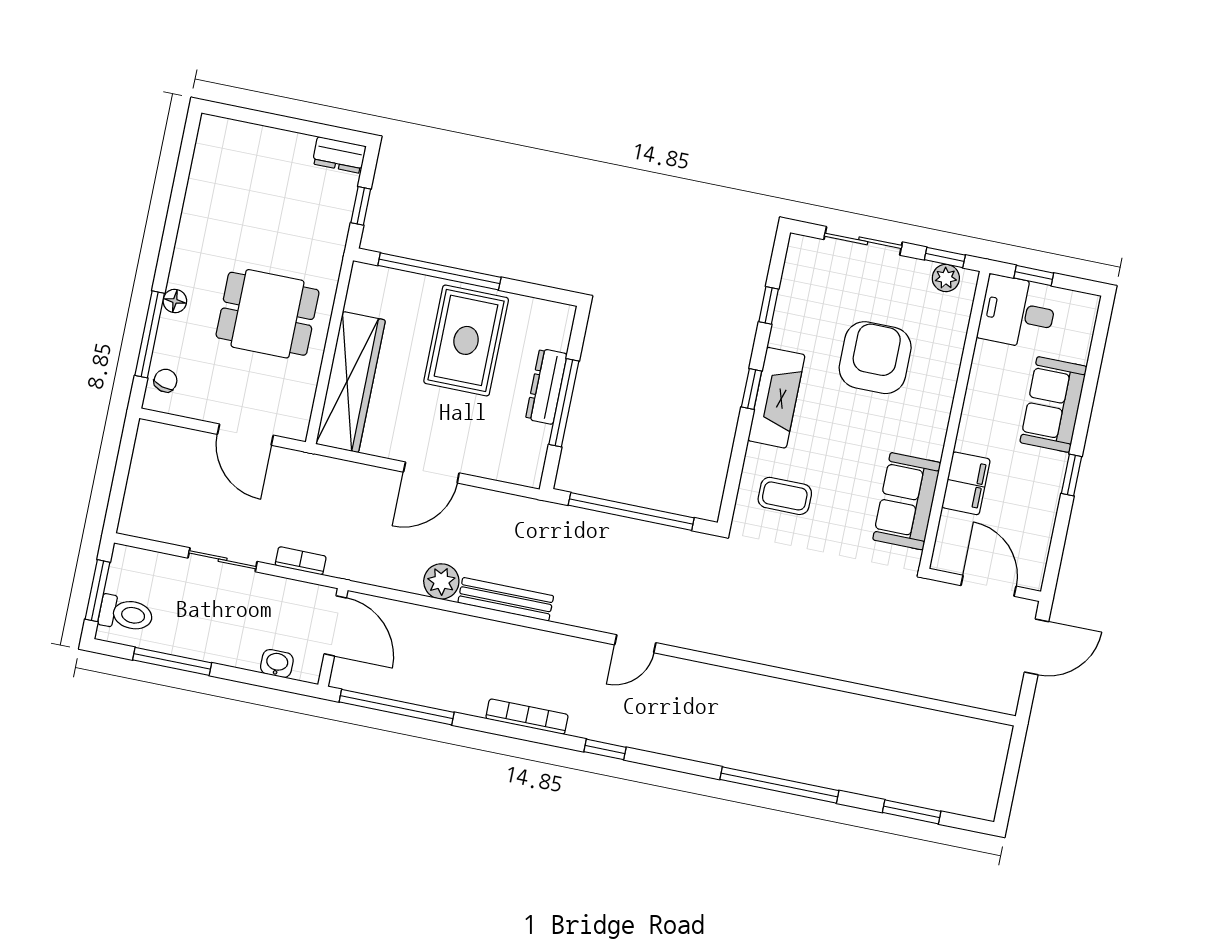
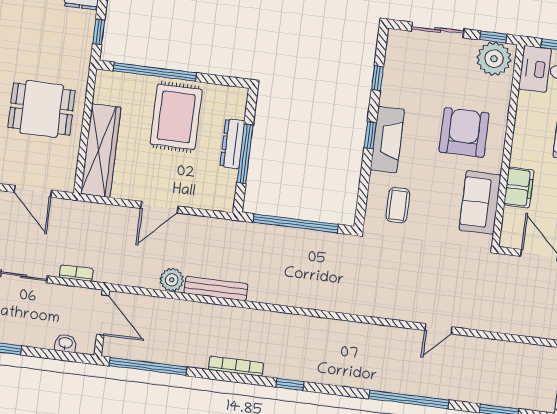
plant: (946, 278) -> (494, 59), width x1.88, depth x1.88
armchair: (875, 358) -> (464, 132), moved
coffee table: (785, 496) -> (398, 205), turned 90
door: (635, 644) -> (438, 329), moved

